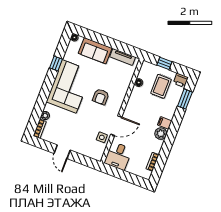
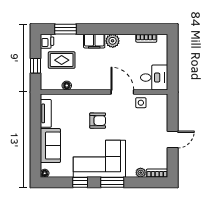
window: (46, 90) -> (112, 182), added
filing cabinet: (165, 123) -> (94, 41), width x2.00

